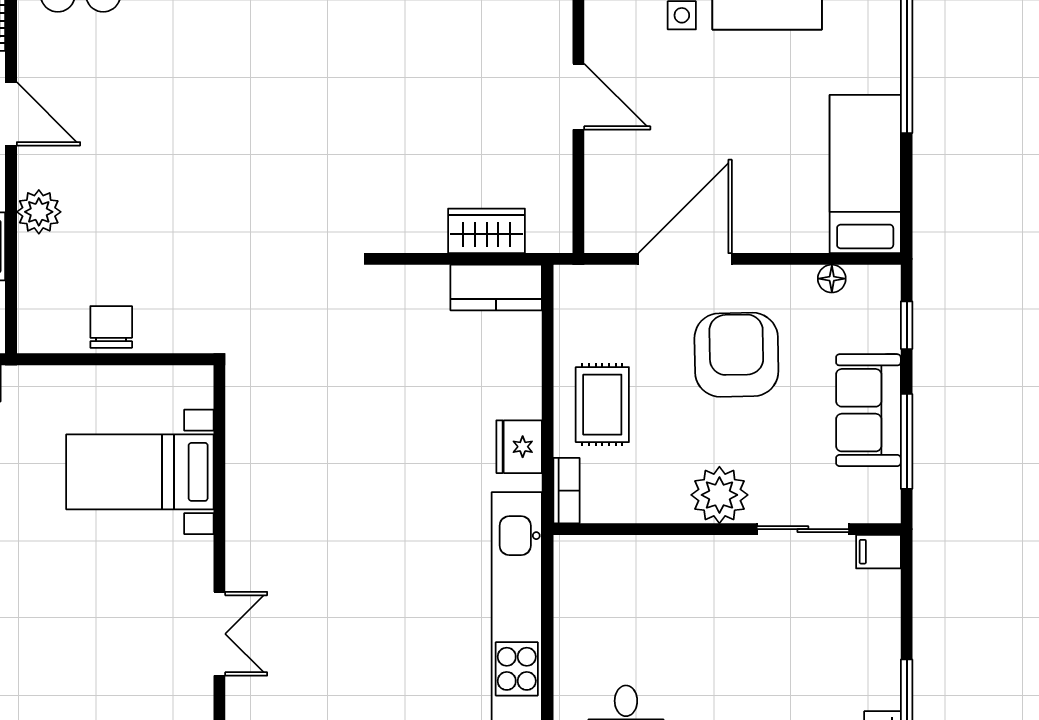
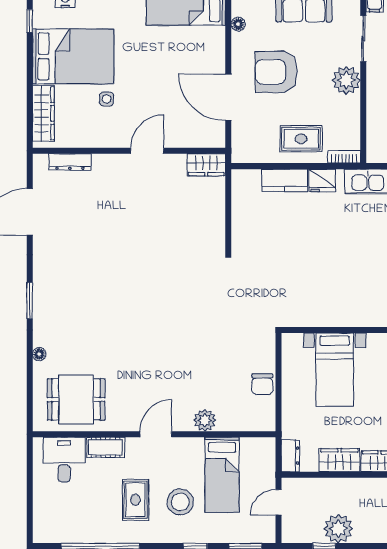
wardrobe: (487, 231) -> (206, 165), moved, turned -90
kitchen counter: (496, 288) -> (285, 180), moved, turned 90
chair: (111, 327) -> (262, 384), turned -90

